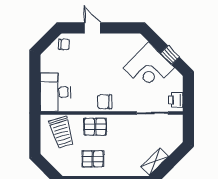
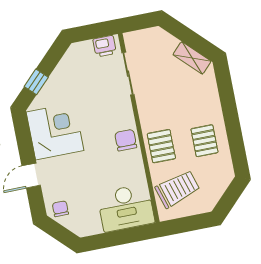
window: (170, 55) -> (36, 82), moved
corner desk: (149, 68) -> (55, 131), moved, turned -45
chair: (105, 102) -> (126, 140), turned 180

